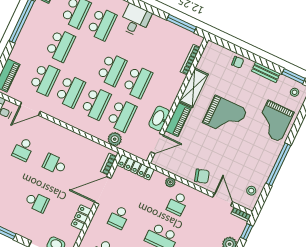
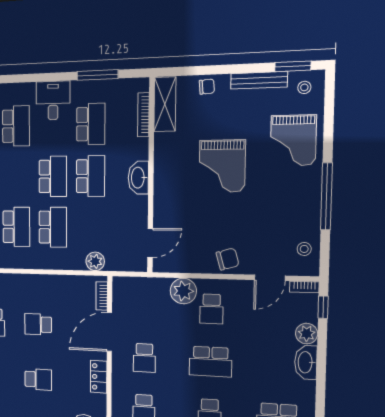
window: (181, 23) -> (97, 75), moved
bench: (266, 72) -> (259, 80), width x1.36
shelving: (194, 88) -> (165, 104), moved
school desk: (122, 115) -> (91, 124), moved
grand piano: (225, 116) -> (222, 166), turned 90
washbasin: (159, 118) -> (138, 178), moved
piano: (178, 120) -> (163, 200), removed
locker: (136, 167) -> (137, 285), removed
plant: (170, 182) -> (183, 291), width x1.87, depth x1.87
door: (223, 200) -> (270, 278), swing flipped

